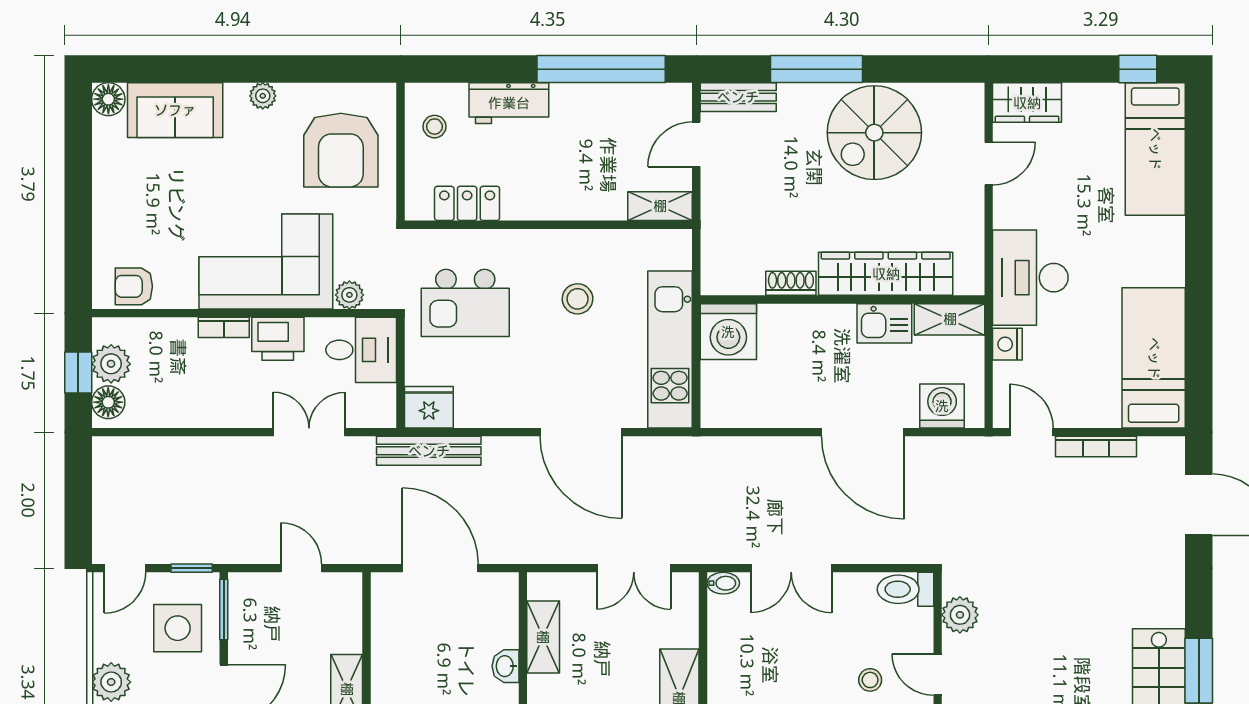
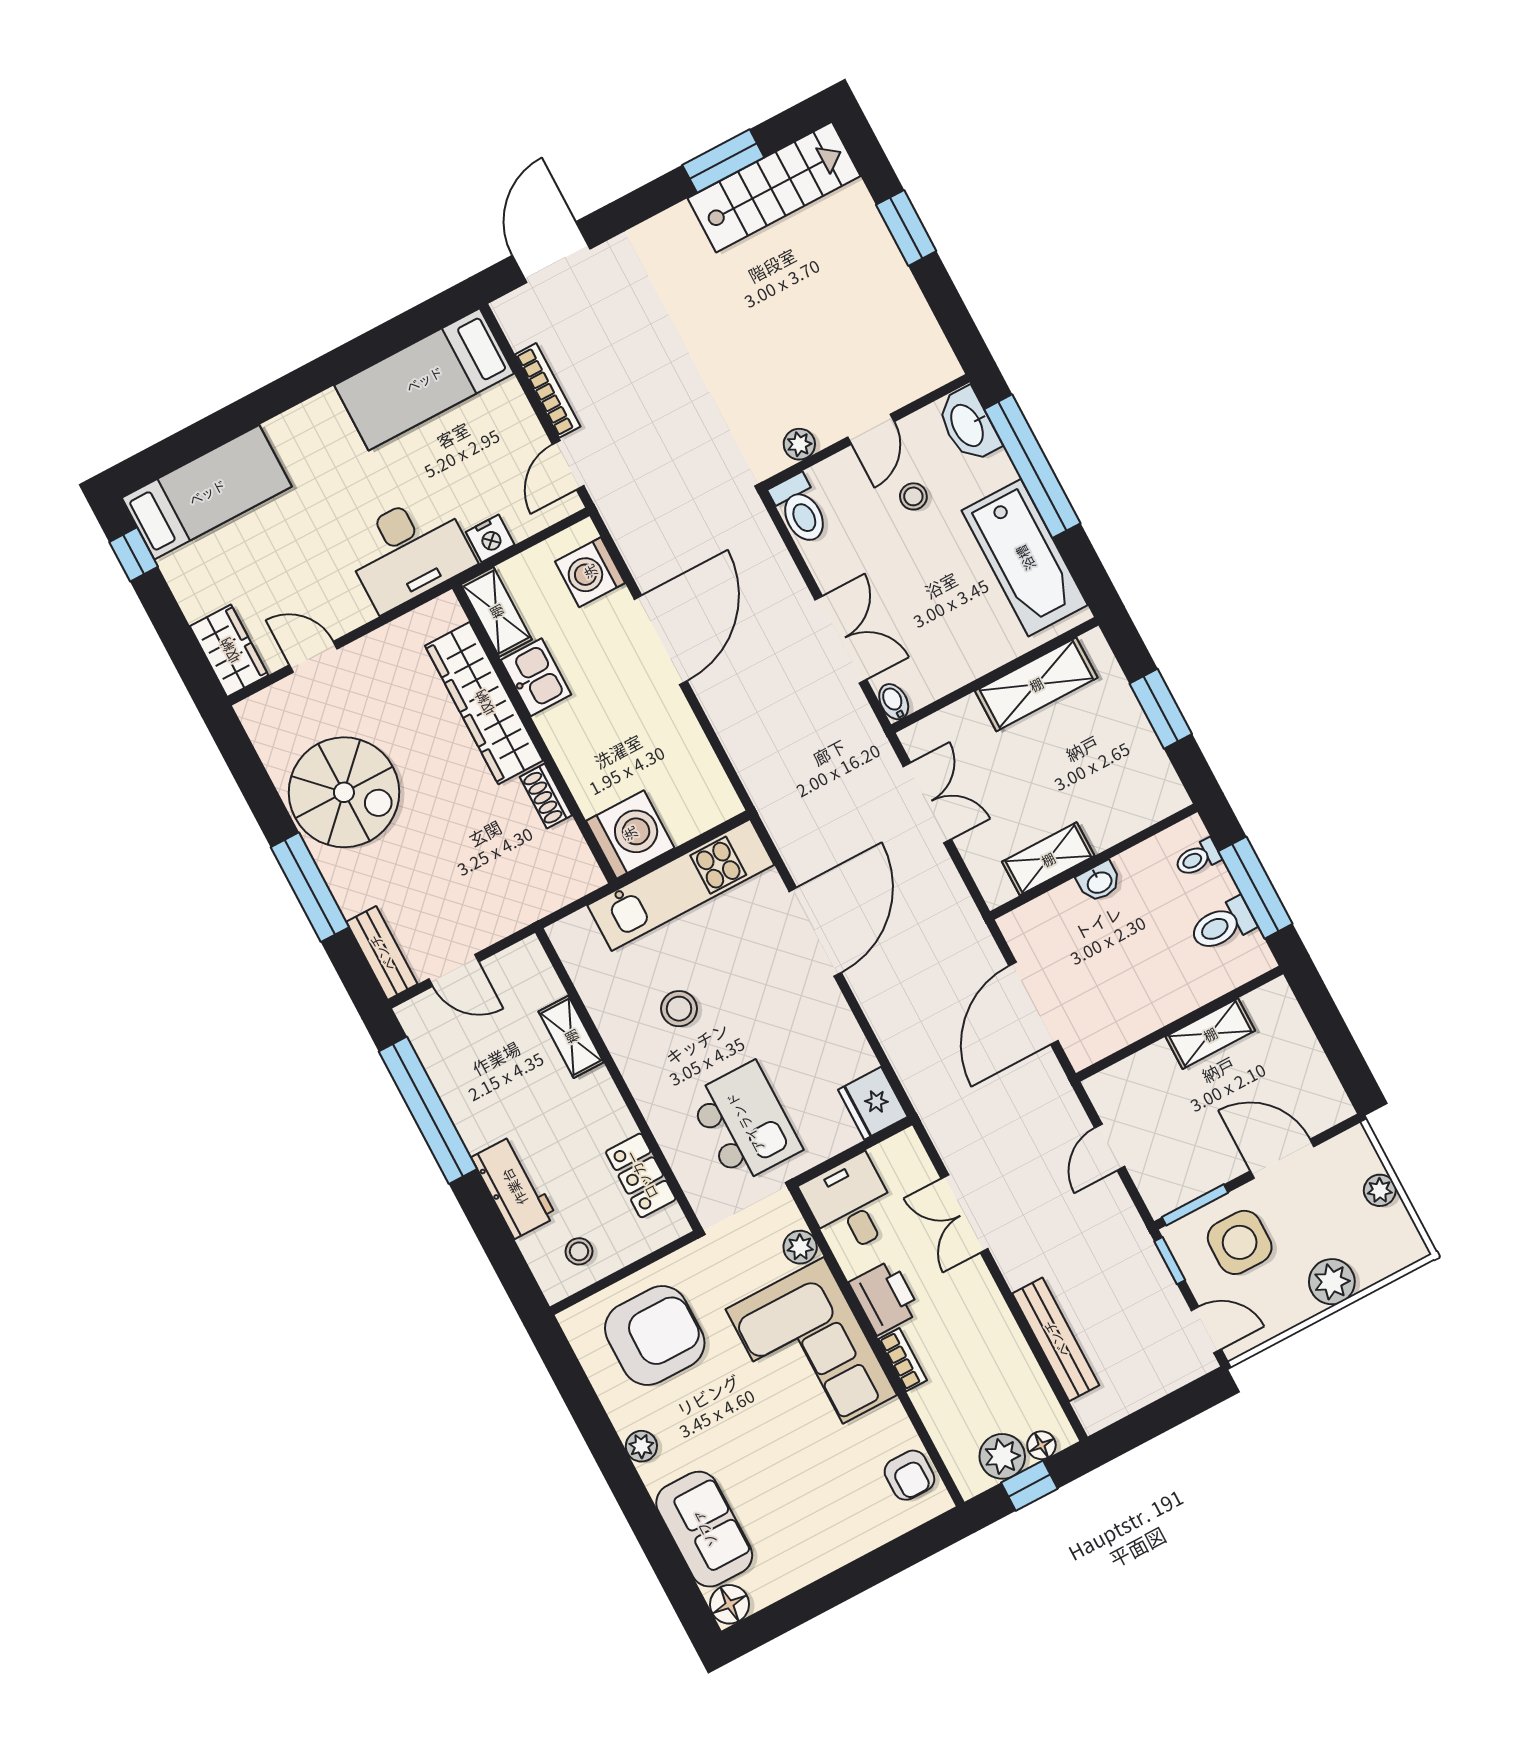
shelving: (660, 206) -> (571, 1037), moved
floor lamp: (108, 402) -> (1041, 1445), width x0.73, depth x0.73
bench: (429, 451) -> (1056, 1339), moved
plant: (960, 615) -> (799, 444), width x0.73, depth x0.73

